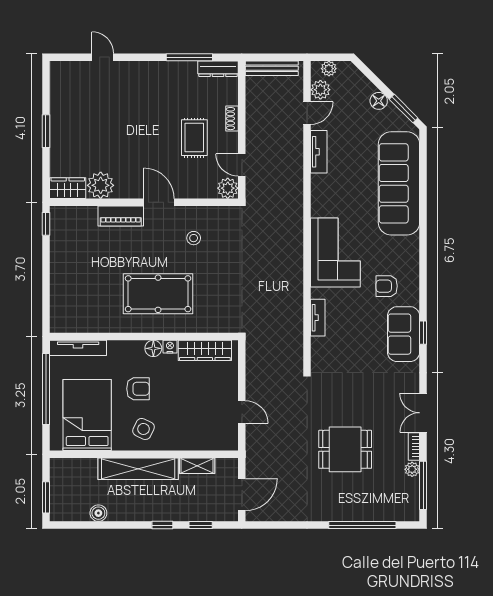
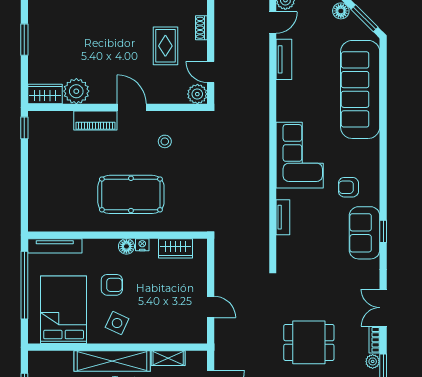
wardrobe: (205, 350) -> (175, 248), width x0.67

